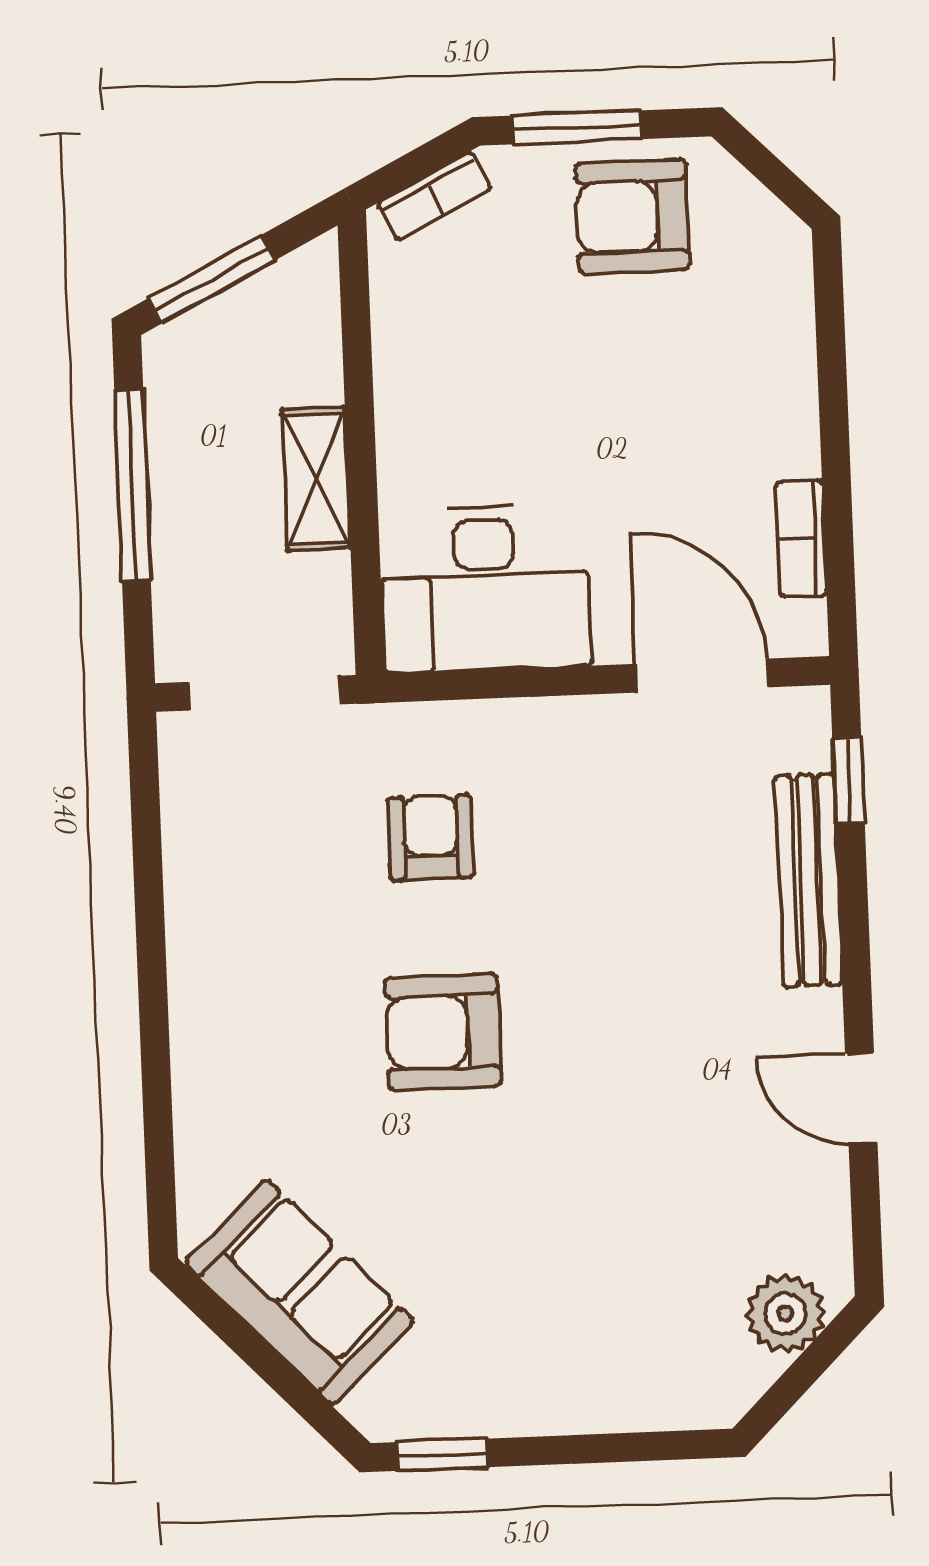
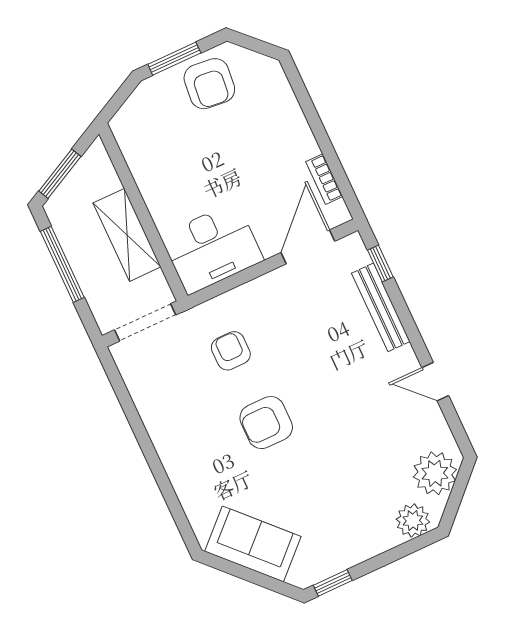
bookcase: (434, 196) -> (131, 107), removed
armchair: (632, 216) -> (209, 84), turned -84
shelving: (316, 479) -> (127, 235), width x1.50, depth x1.33
door: (701, 676) -> (308, 247), hinge flipped
plant: (785, 1313) -> (435, 473), width x1.36, depth x1.36
plant: (681, 1389) -> (413, 521), added

